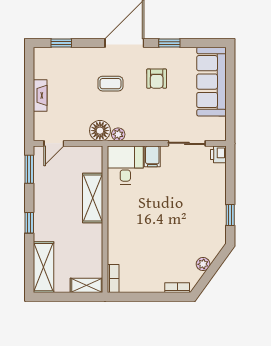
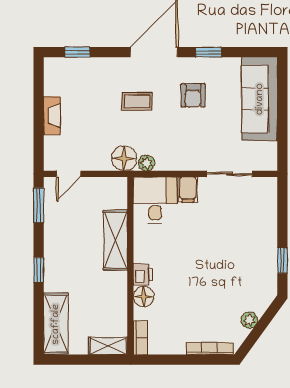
printer: (218, 154) -> (143, 274), moved, turned 180
floor lamp: (116, 245) -> (144, 297), added
bookcase: (177, 288) -> (210, 349), width x1.56

